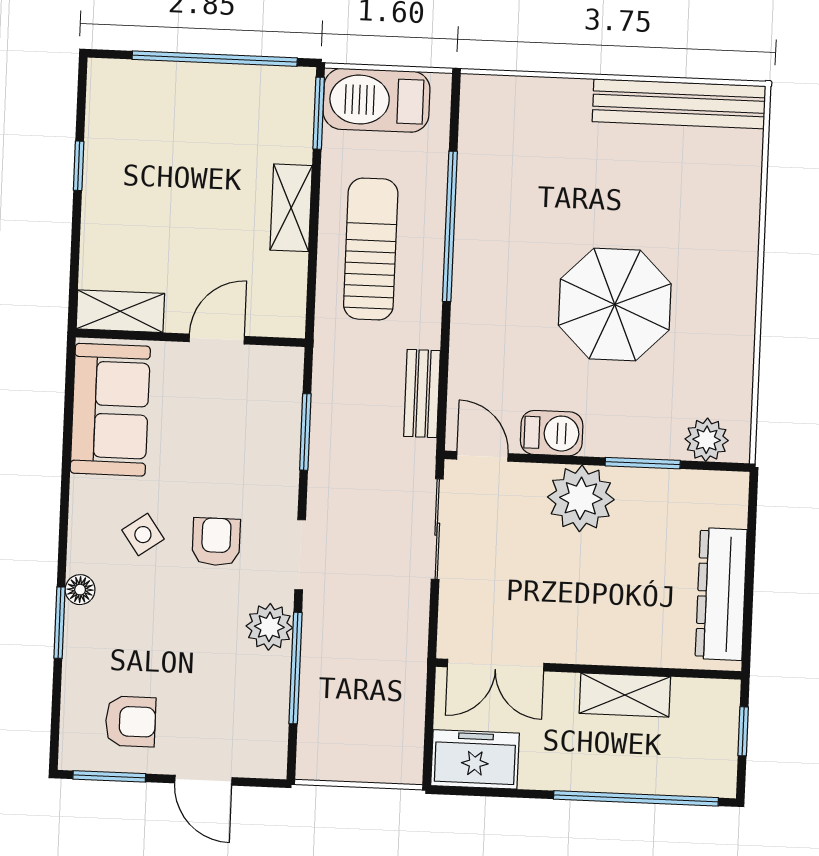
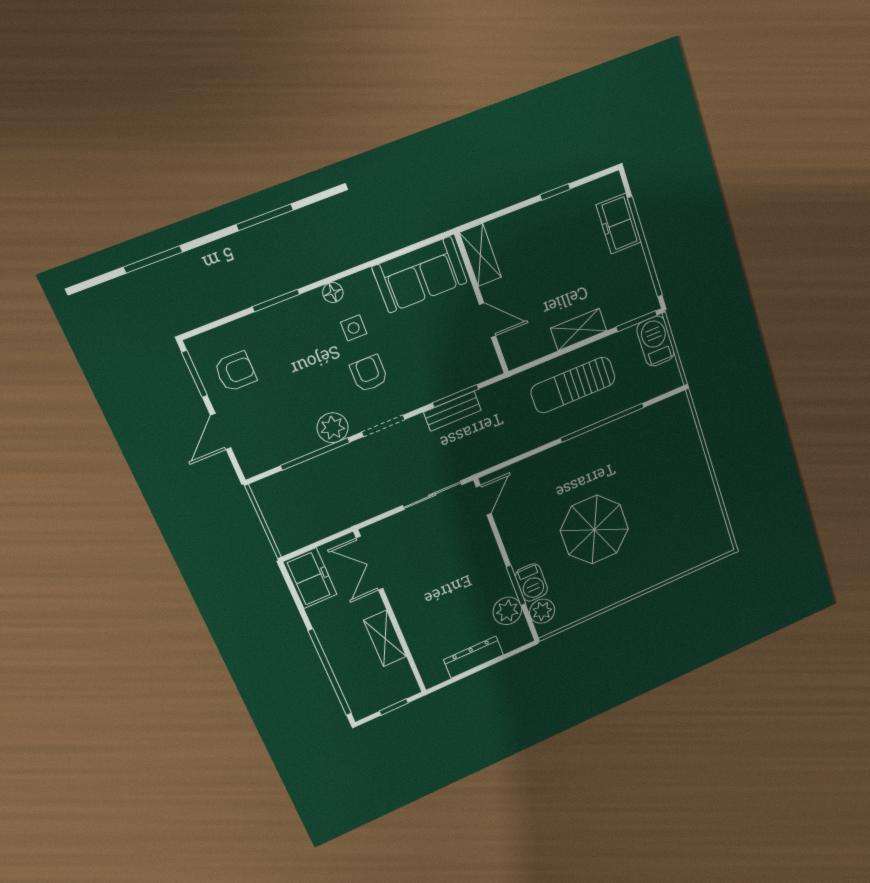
freezer: (163, 87) -> (619, 224), added
barbecue: (377, 100) -> (656, 341), width x0.73, depth x0.83
bench: (679, 104) -> (710, 511), removed
sun lounger: (371, 249) -> (573, 385), turned 180
bench: (422, 393) -> (452, 411), moved
barbecue: (552, 433) -> (532, 583), moved
plant: (581, 498) -> (507, 611), moved, width x0.73, depth x0.73
side table: (143, 535) -> (354, 328), turned 35
armchair: (216, 542) -> (369, 374), turned -90
floor lamp: (80, 590) -> (333, 293), moved
dresser: (721, 594) -> (474, 657), width x0.73, depth x0.80
armchair: (130, 721) -> (235, 372), turned -90

